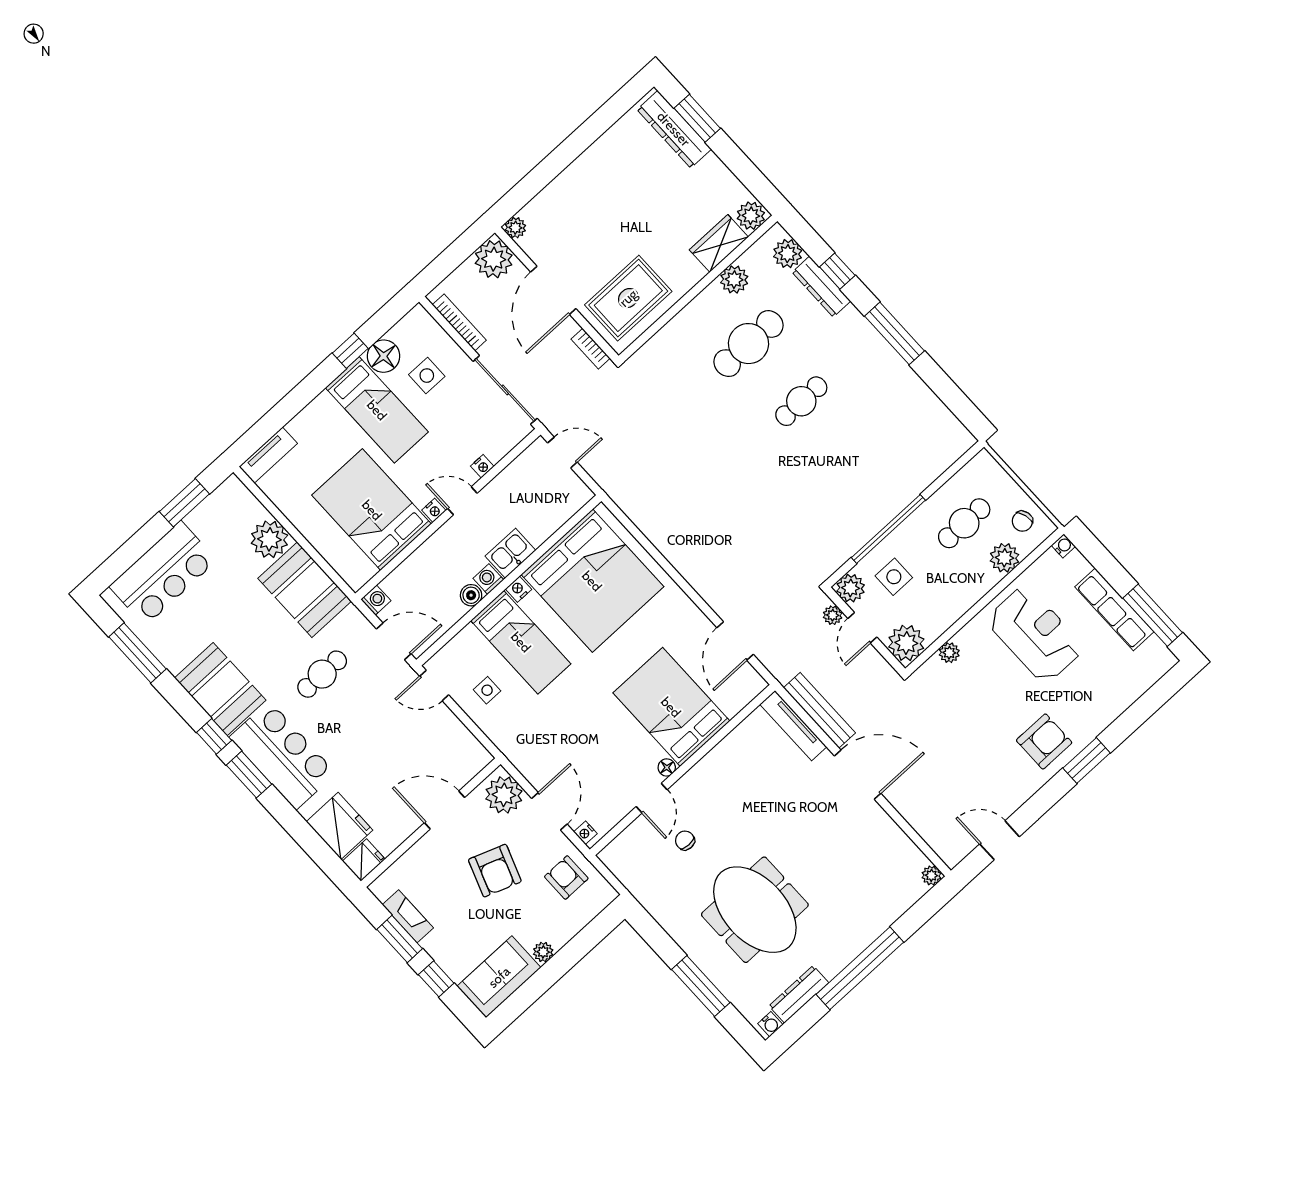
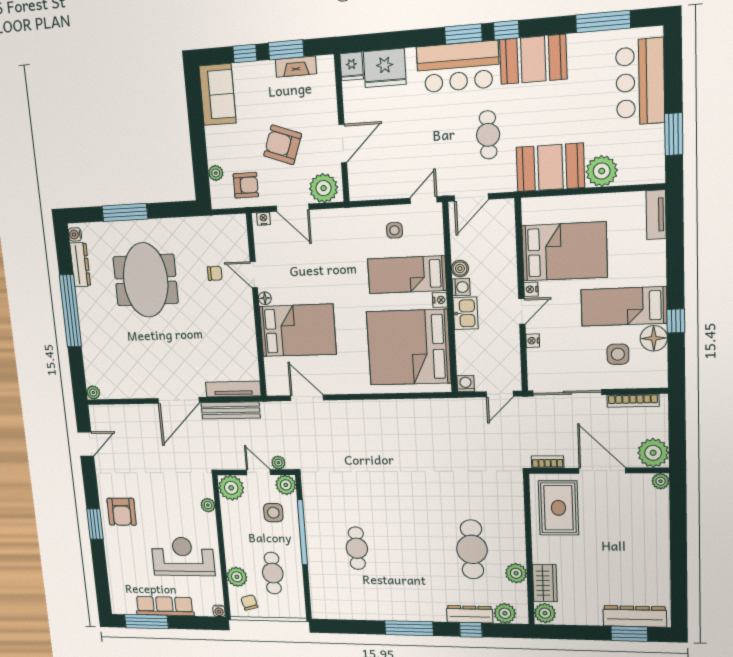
cafe table: (801, 401) -> (357, 548), moved
washing machine: (376, 600) -> (466, 384), moved, turned 180
reception desk: (1035, 634) -> (183, 557), turned 180
meeting table: (755, 910) -> (146, 280), turned 90
plant: (543, 952) -> (216, 173), moved

